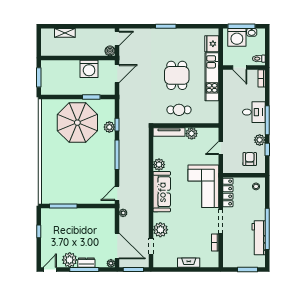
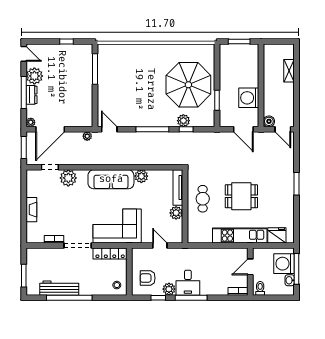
desk: (254, 112) -> (188, 283), moved
armchair: (250, 159) -> (148, 278), turned 180

